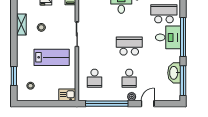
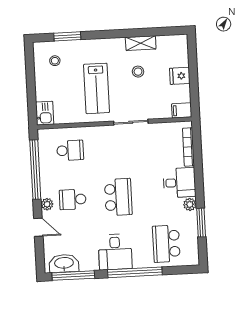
school desk: (164, 14) -> (166, 244), turned 180
desk: (168, 37) -> (115, 252), moved
washbasin: (174, 73) -> (64, 263), moved
school desk: (94, 78) -> (70, 150), turned 180

